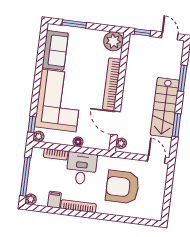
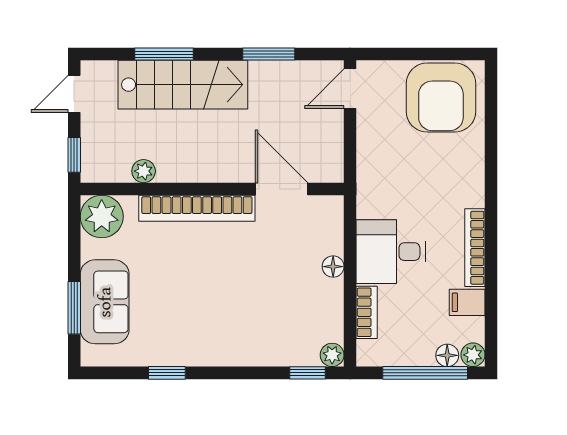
sofa: (55, 50) -> (105, 302), moved, turned 90
window: (40, 62) -> (167, 373), added
corner sofa: (59, 101) -> (248, 320), removed
stairs: (165, 108) -> (183, 85), moved
door: (116, 123) -> (281, 189), swing flipped
plant: (121, 143) -> (144, 171), moved
armchair: (122, 187) -> (441, 98), moved
floor lamp: (32, 188) -> (447, 355), added

